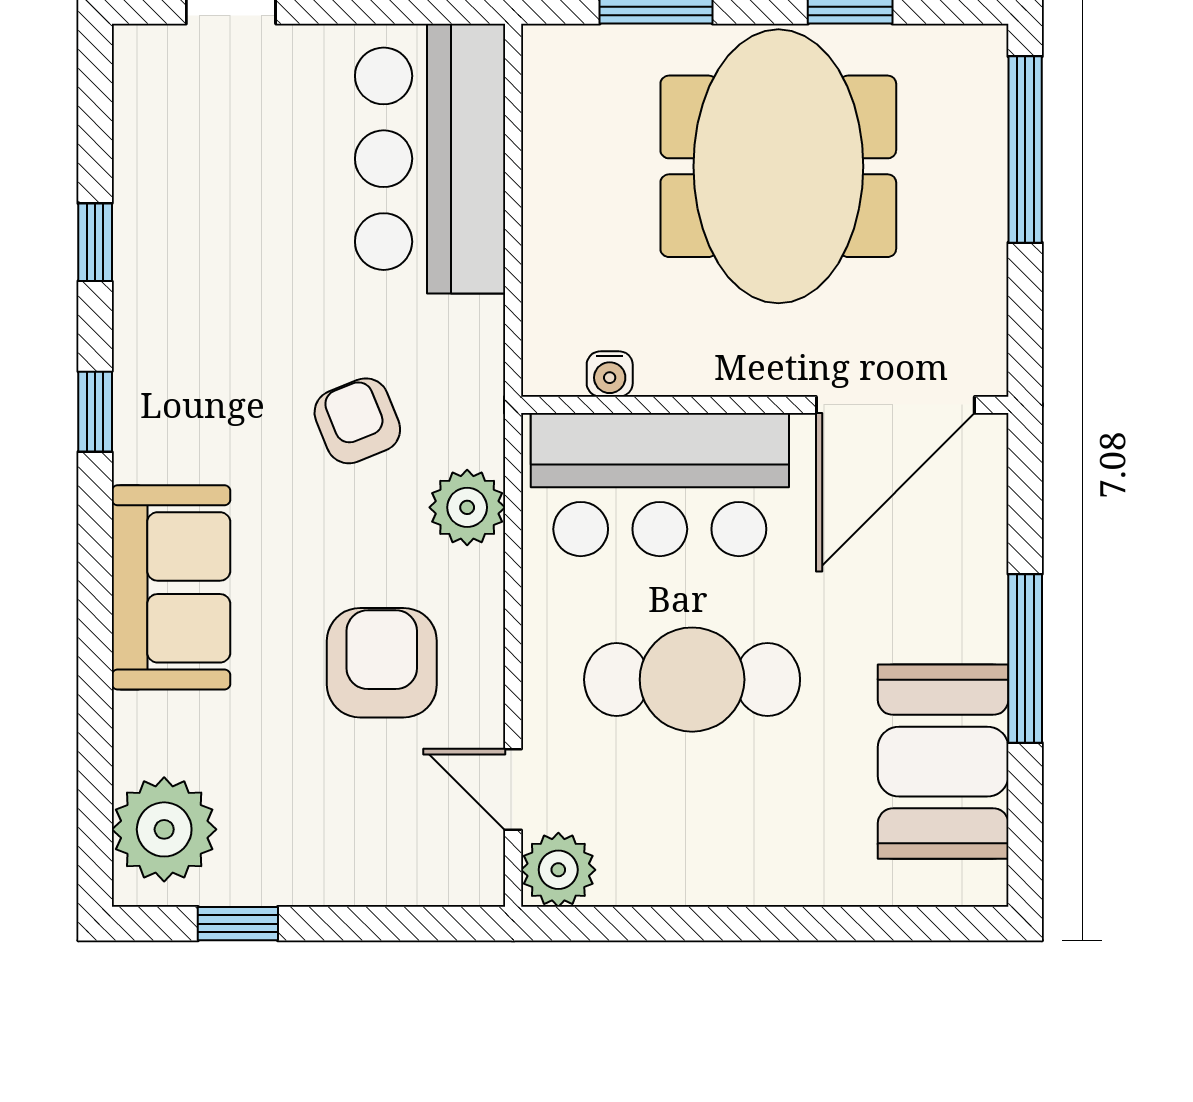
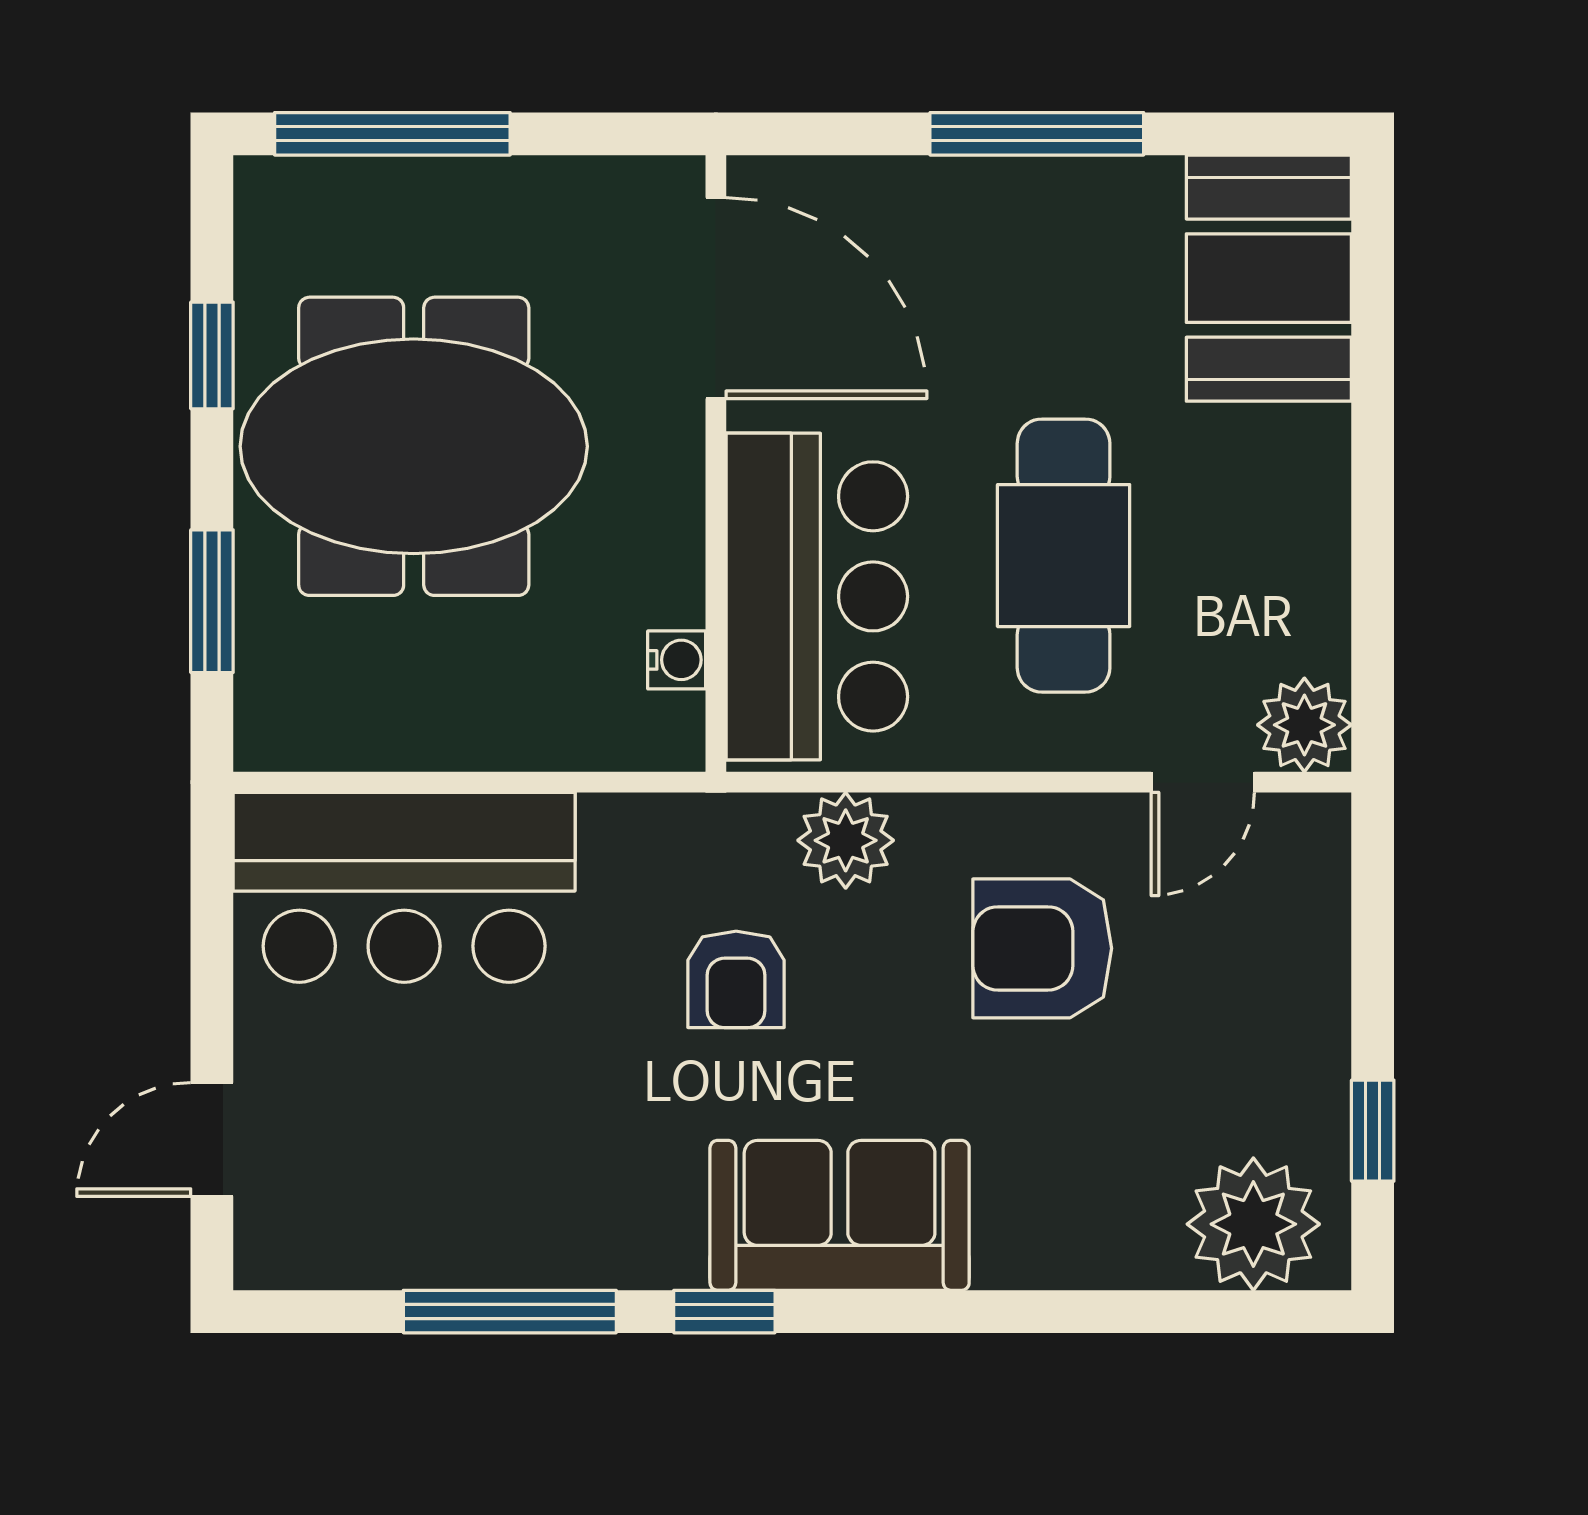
window: (95, 242) -> (510, 1312), width x2.17
armchair: (357, 421) -> (736, 979), turned -68
sofa: (171, 587) -> (840, 1215), moved
booth: (943, 762) -> (1269, 278), moved, turned 90

